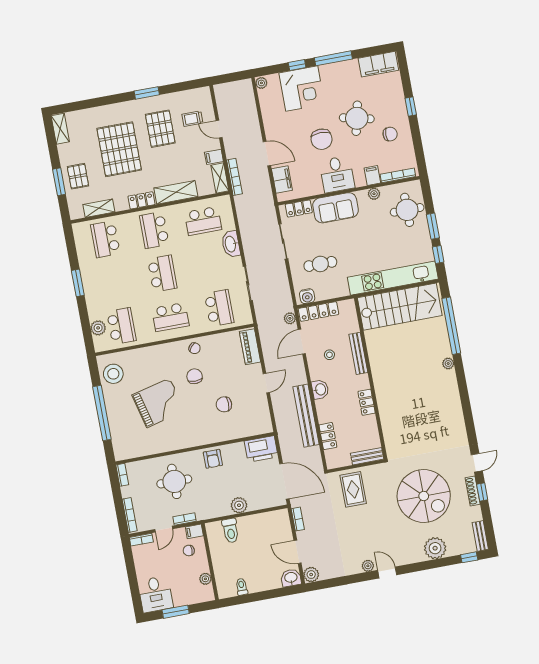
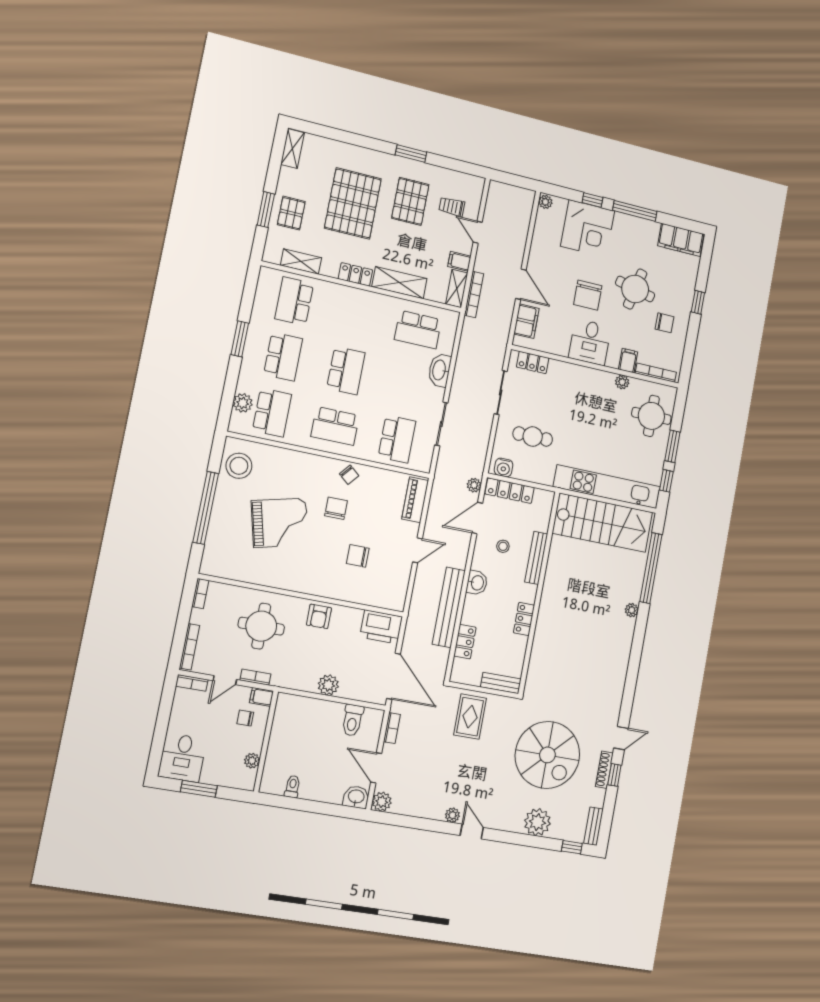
sofa: (336, 208) -> (574, 380), removed
school desk: (154, 230) -> (283, 357), moved, turned 180
toilet: (230, 531) -> (353, 720), moved

